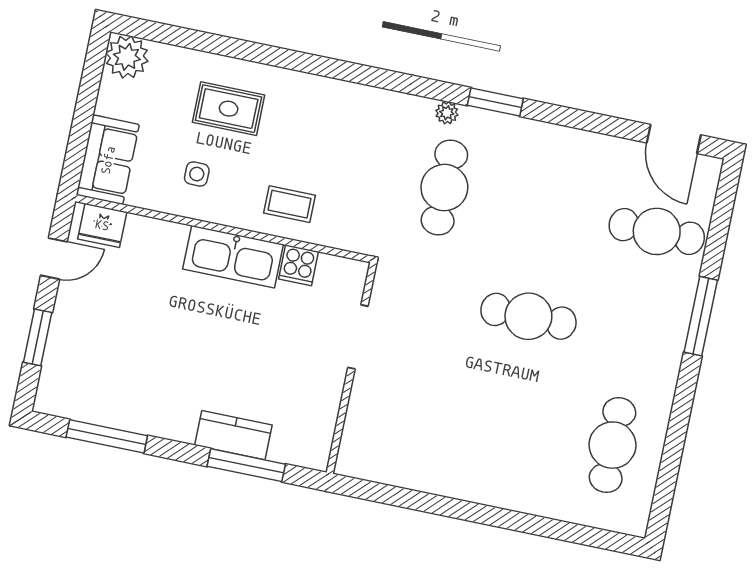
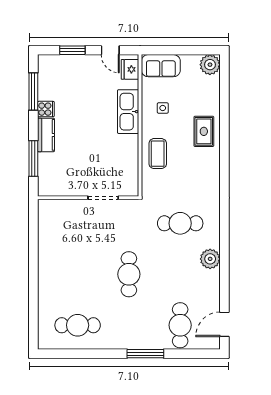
window: (495, 102) -> (224, 239), removed
rug: (229, 109) -> (204, 131), moved
plant: (447, 113) -> (210, 259), moved, width x1.88, depth x1.88
coffee table: (289, 204) -> (158, 154), width x1.36, depth x1.30
kitchen sink: (233, 257) -> (128, 112), moved
cooker: (299, 265) -> (46, 109), moved, turned 180
kitchen counter: (233, 435) -> (46, 135), moved

